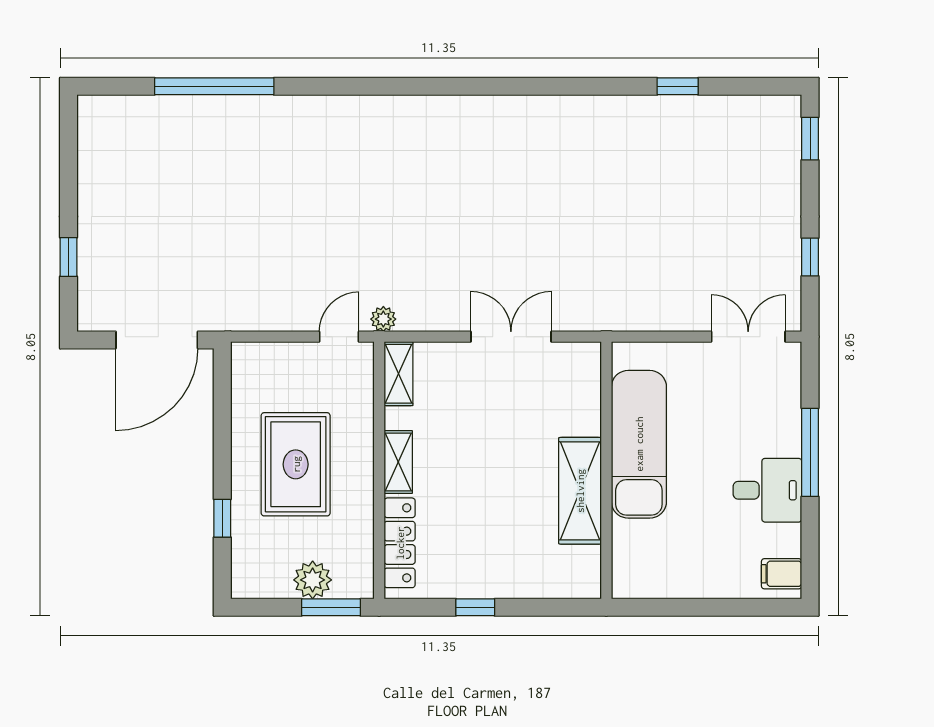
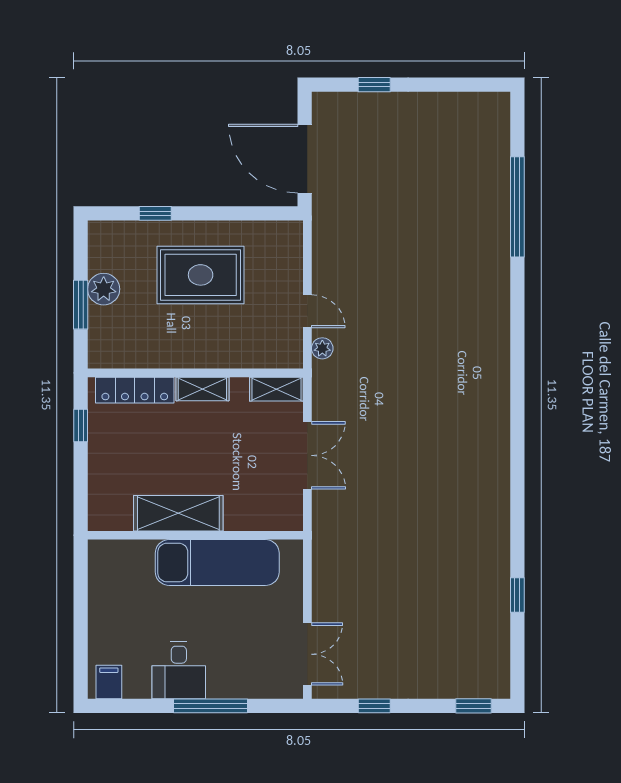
shelving: (399, 374) -> (276, 389), moved
shelving: (398, 462) -> (202, 389), moved
wall: (379, 470) -> (195, 373), moved
locker: (400, 543) -> (135, 390), moved

